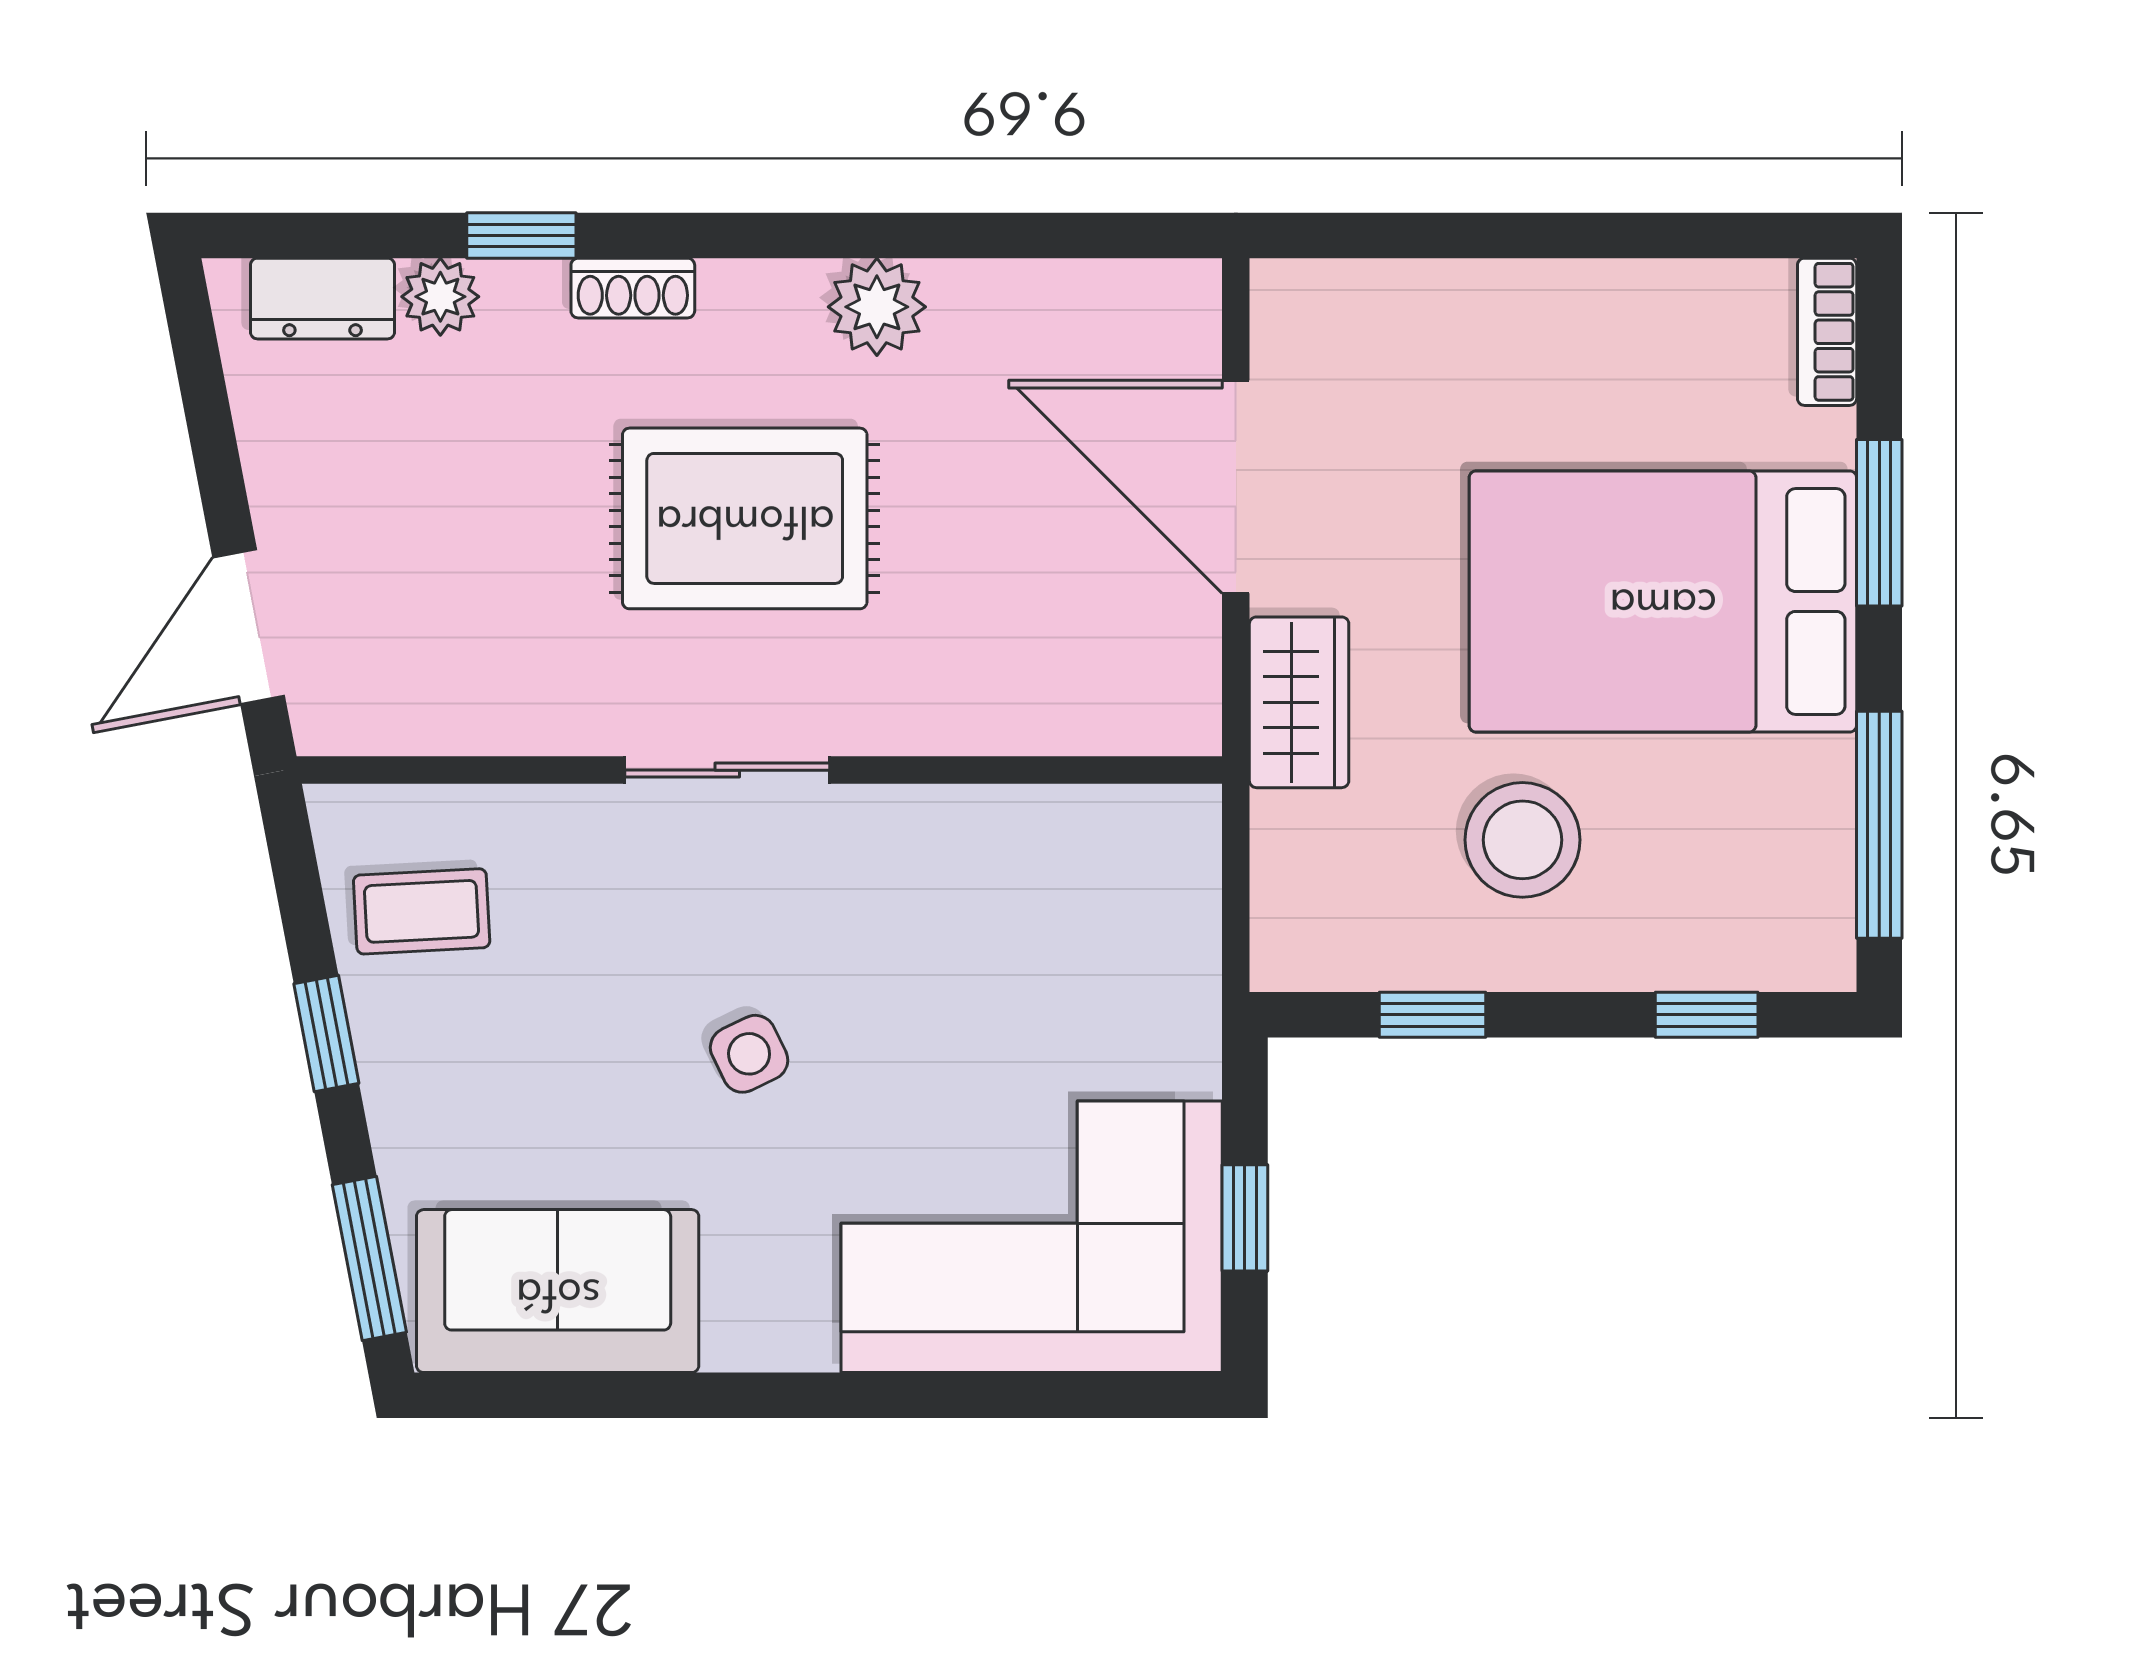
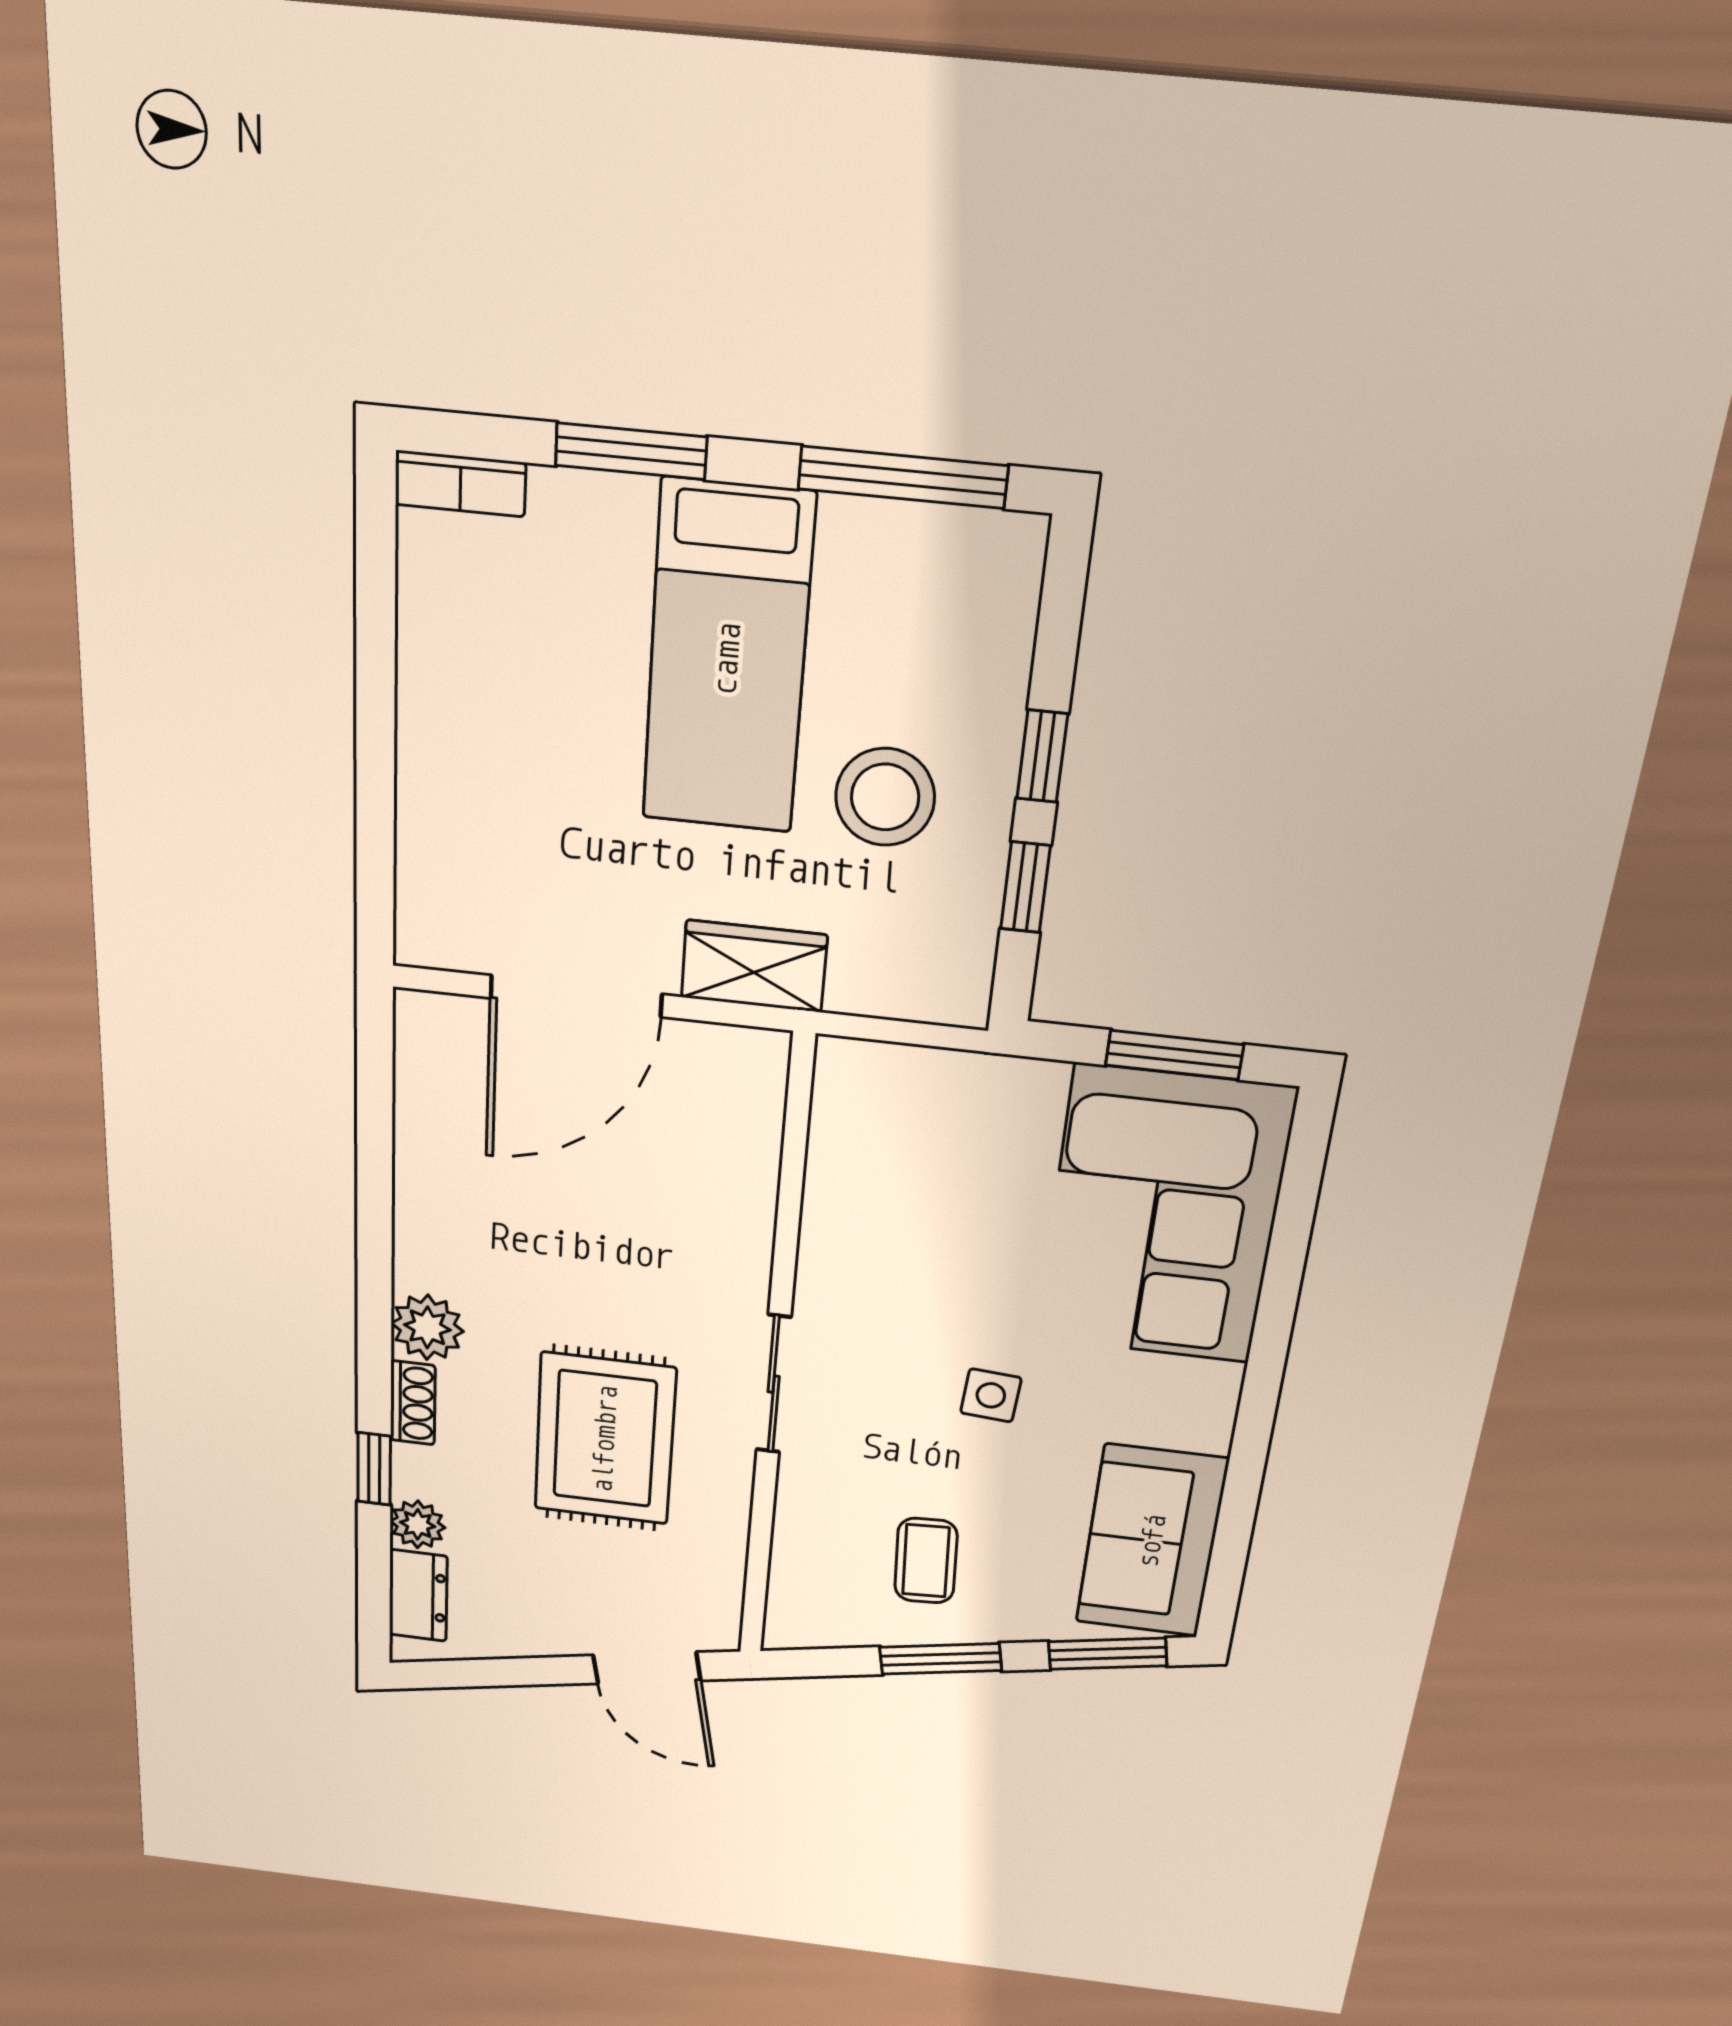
plant: (877, 307) -> (427, 1327), moved
rug: (745, 518) -> (605, 1439), moved
bed: (1663, 601) -> (727, 659), width x0.67
coffee table: (422, 911) -> (926, 1561), moved
window: (1707, 1015) -> (1042, 756), moved
window: (326, 1033) -> (941, 1659), width x1.50
side table: (749, 1054) -> (991, 1395), turned 30
window: (1245, 1218) -> (1174, 1055), width x1.50

